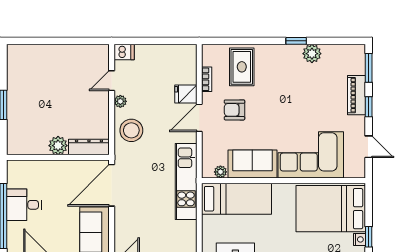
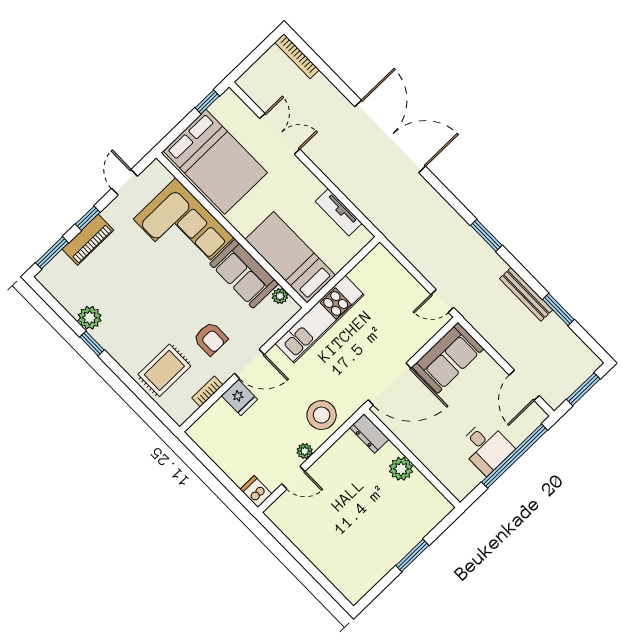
dresser: (89, 147) -> (369, 433), width x0.70
nightstand: (359, 239) -> (218, 108), removed

